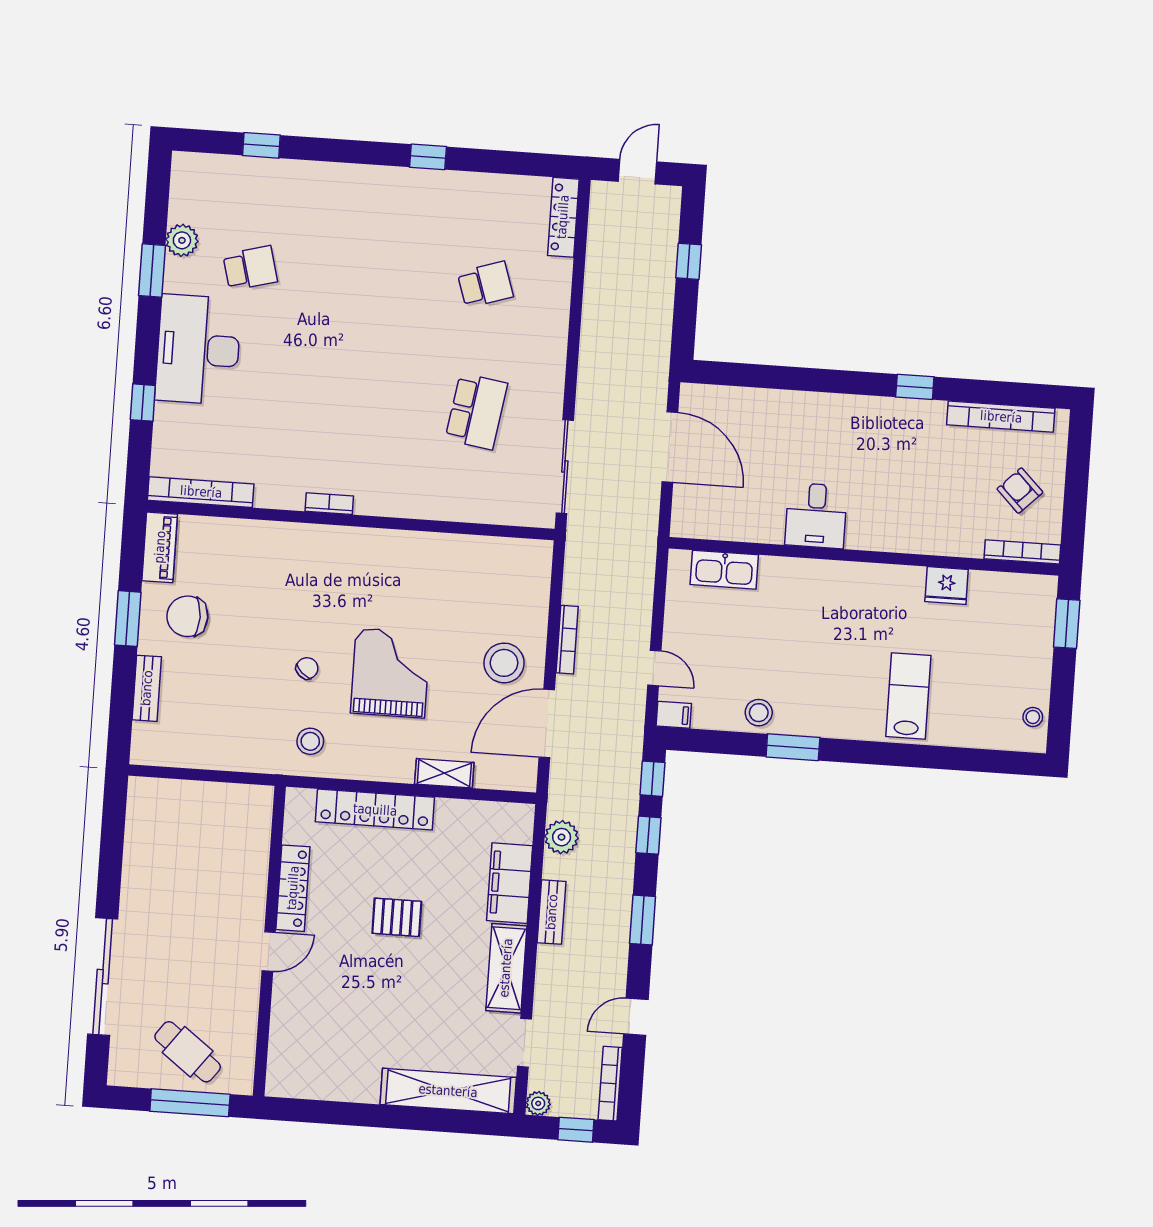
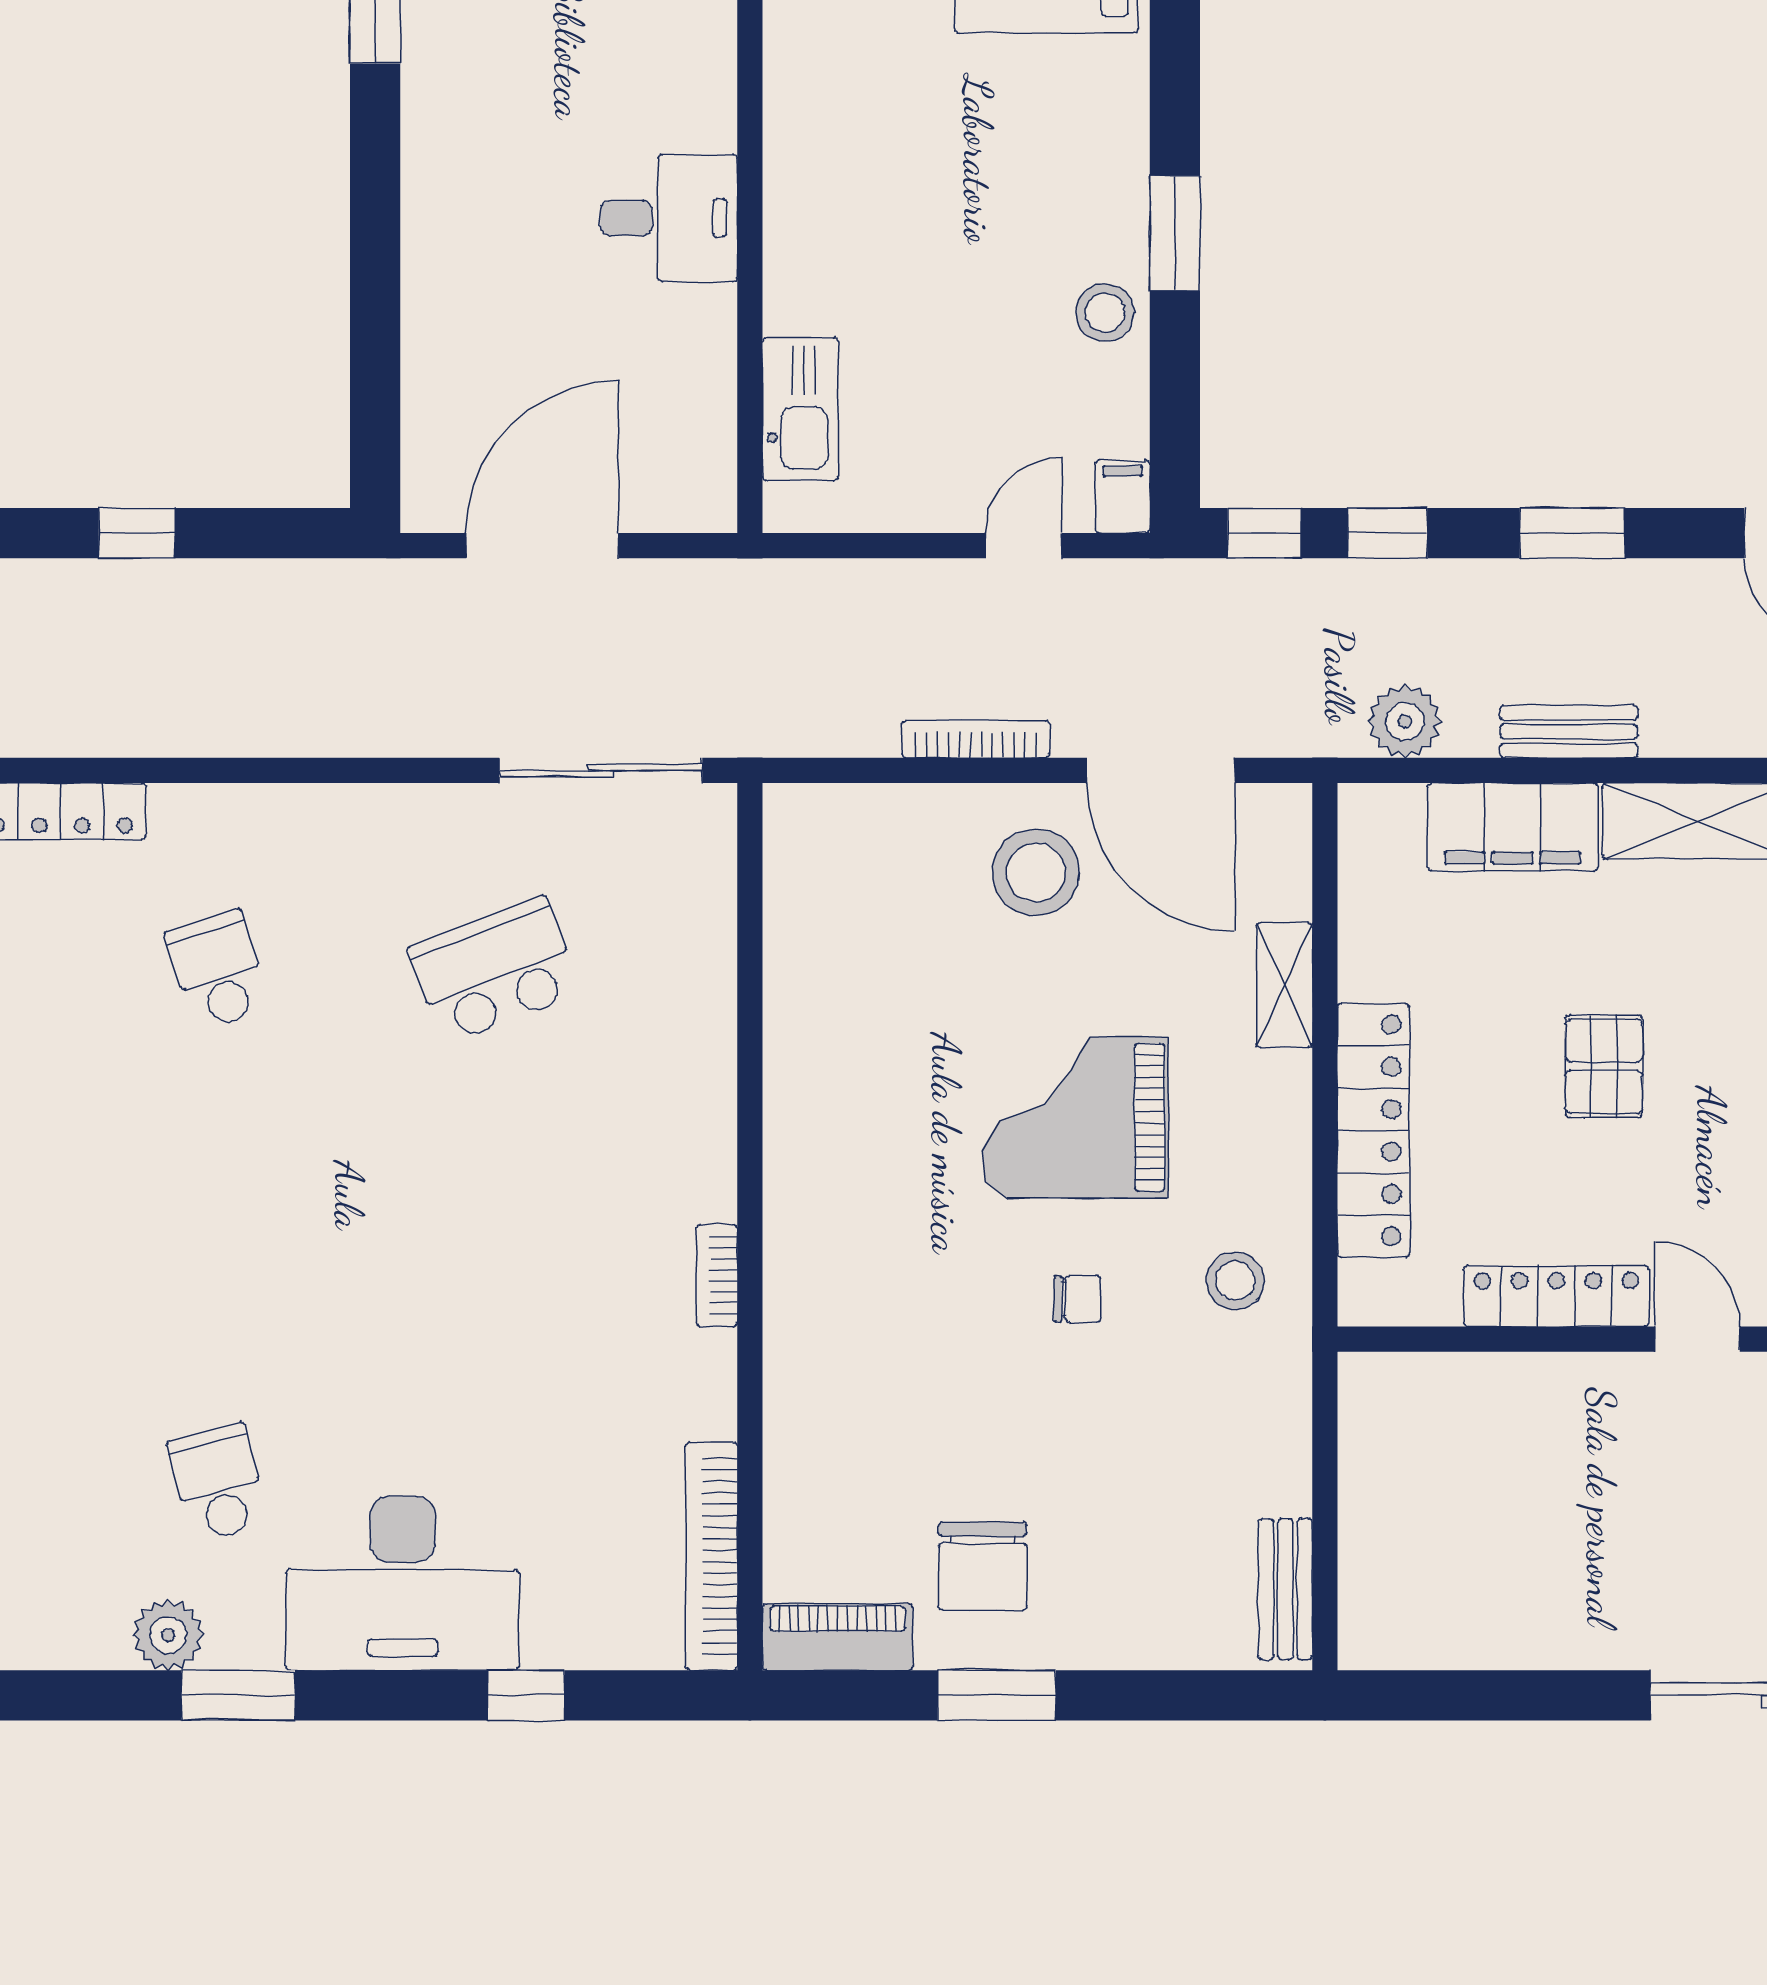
school desk: (476, 411) -> (494, 970), turned -30
chair: (307, 668) -> (1077, 1299), turned 138
bench: (147, 688) -> (1285, 1589), moved, turned 90

